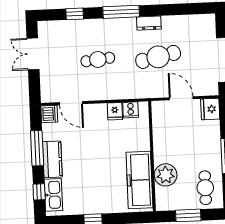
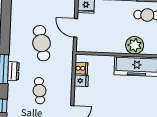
dresser: (149, 23) -> (13, 71), moved
door: (181, 98) -> (76, 28), hinge flipped

